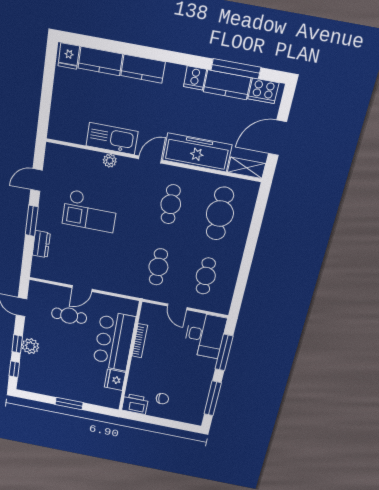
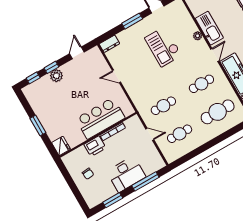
door: (150, 160) -> (215, 55), hinge flipped
dresser: (41, 244) -> (109, 44), moved
door: (177, 307) -> (150, 134), swing flipped
cafe table: (69, 316) -> (94, 82), removed
desk: (205, 335) -> (126, 174), moved
fridge: (115, 380) -> (61, 146), moved, turned 90
window: (213, 398) -> (113, 200), width x0.69
printer: (135, 404) -> (95, 146), moved, turned 90

